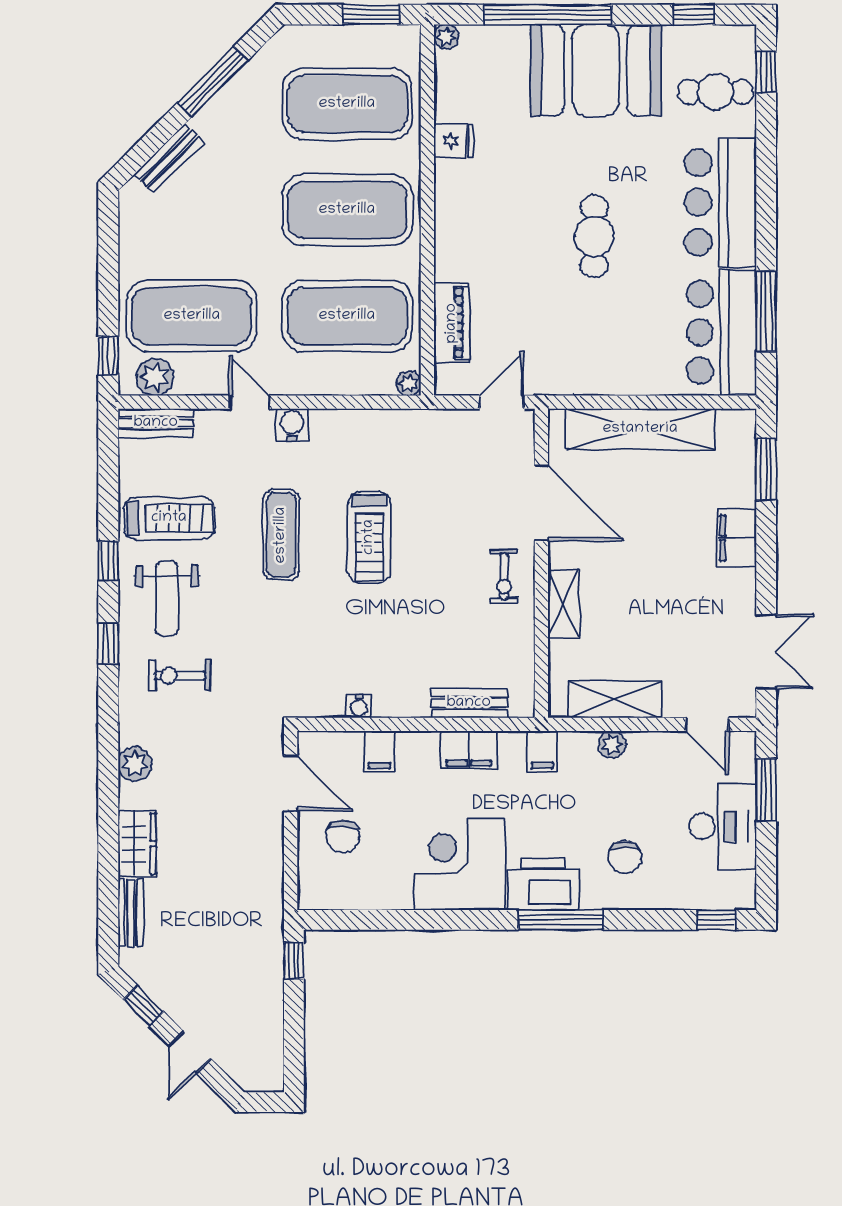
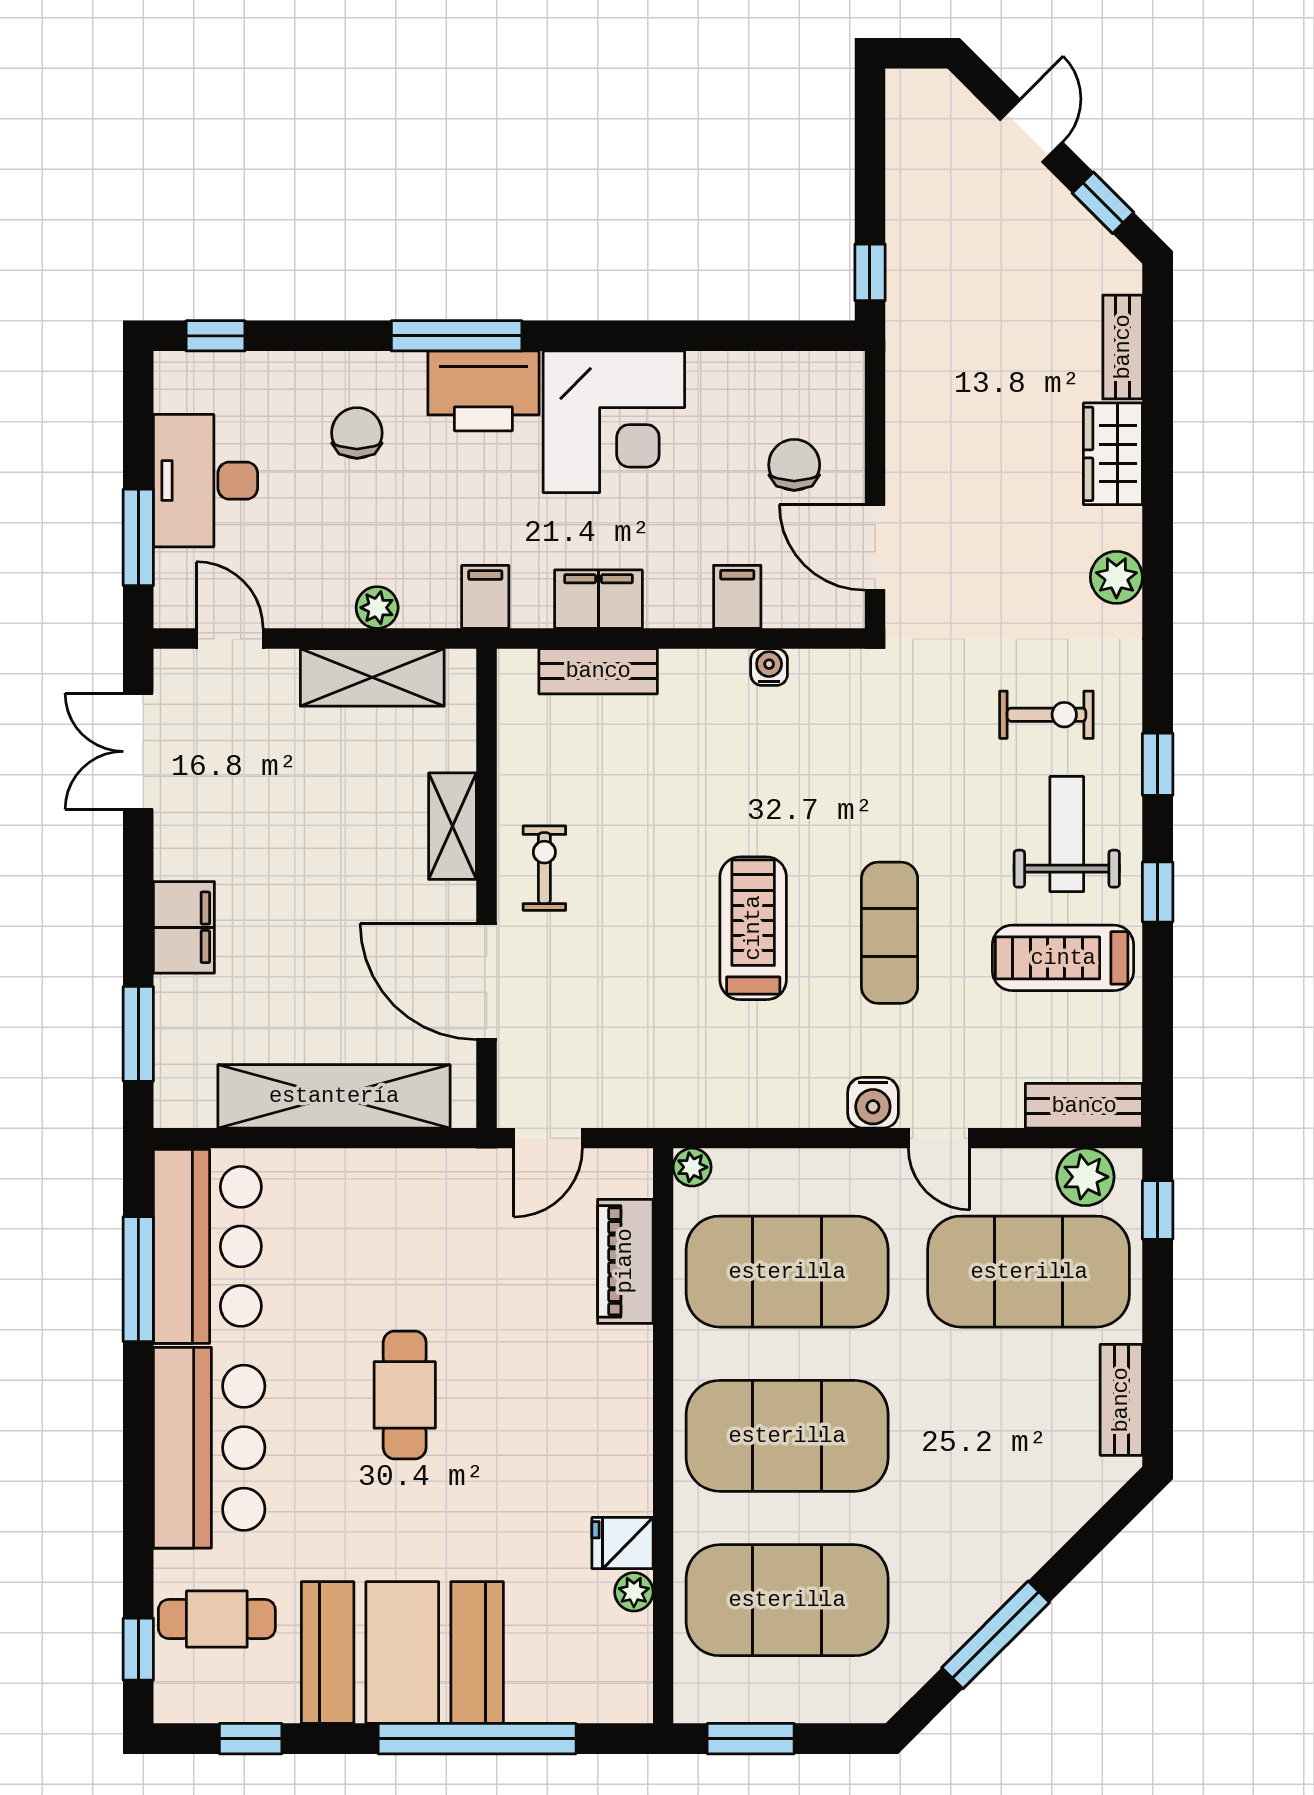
plant: (446, 37) -> (634, 1592), moved
bench: (169, 159) -> (1121, 1400), moved, turned -45

